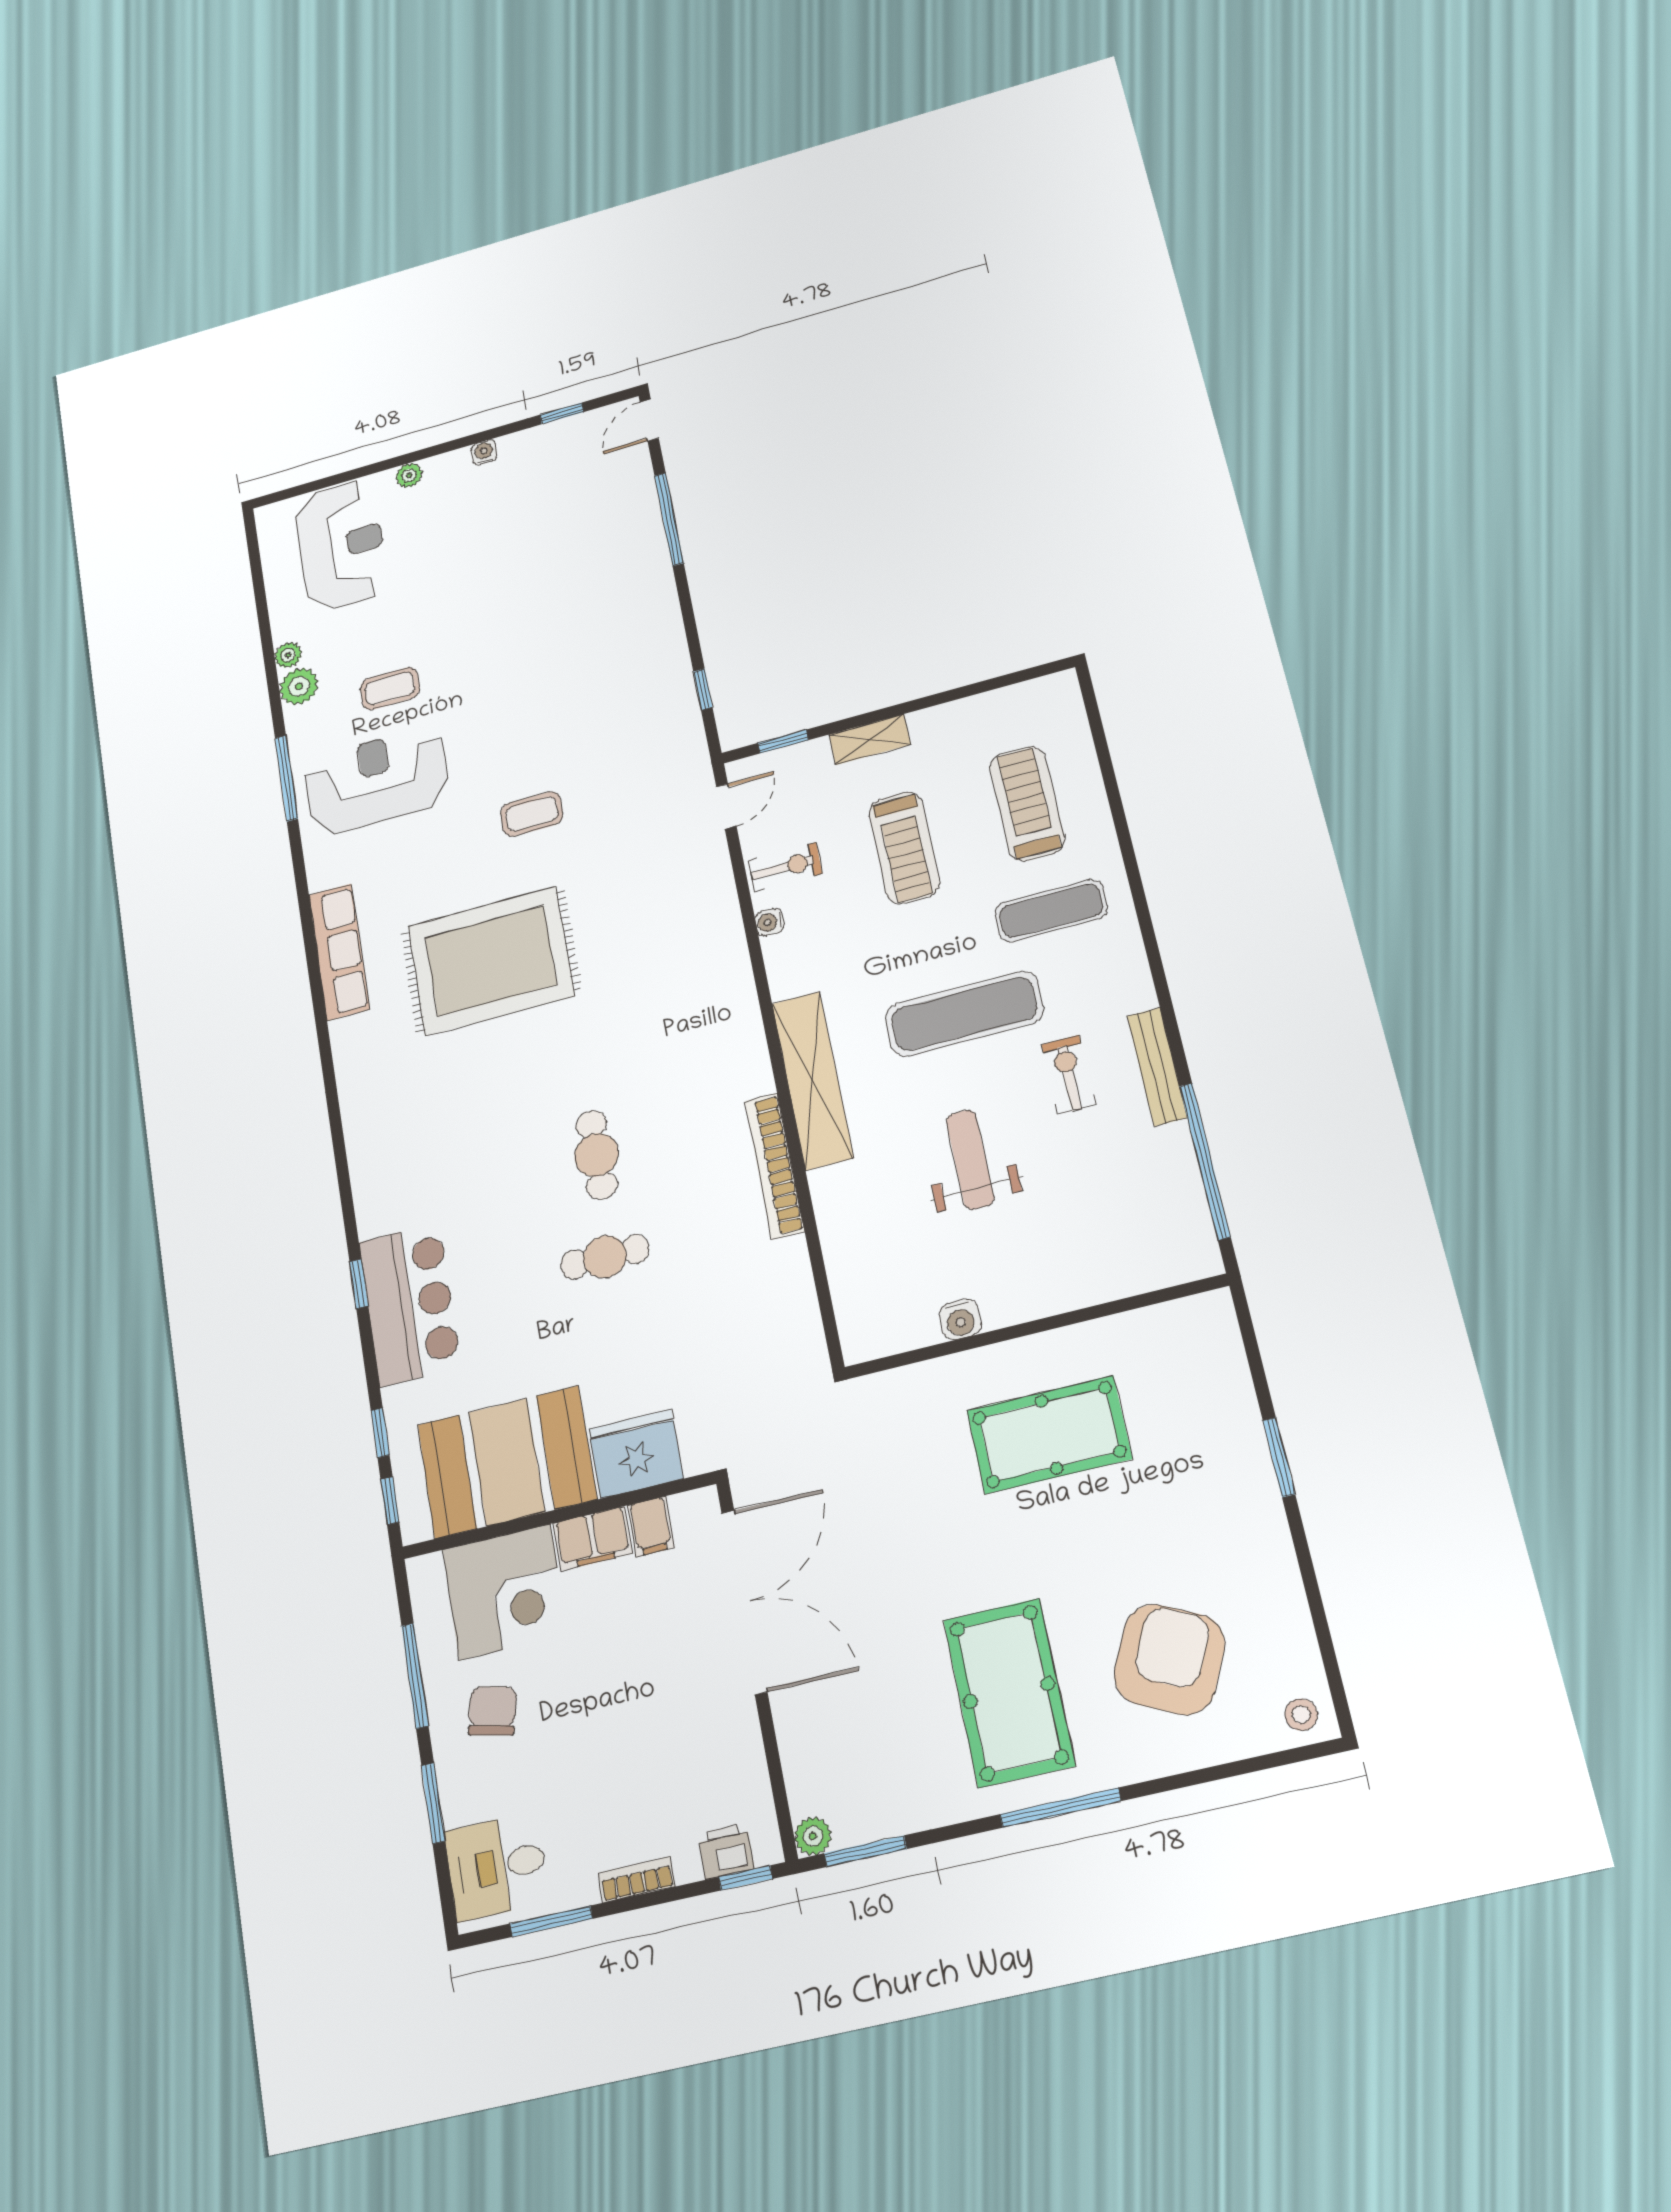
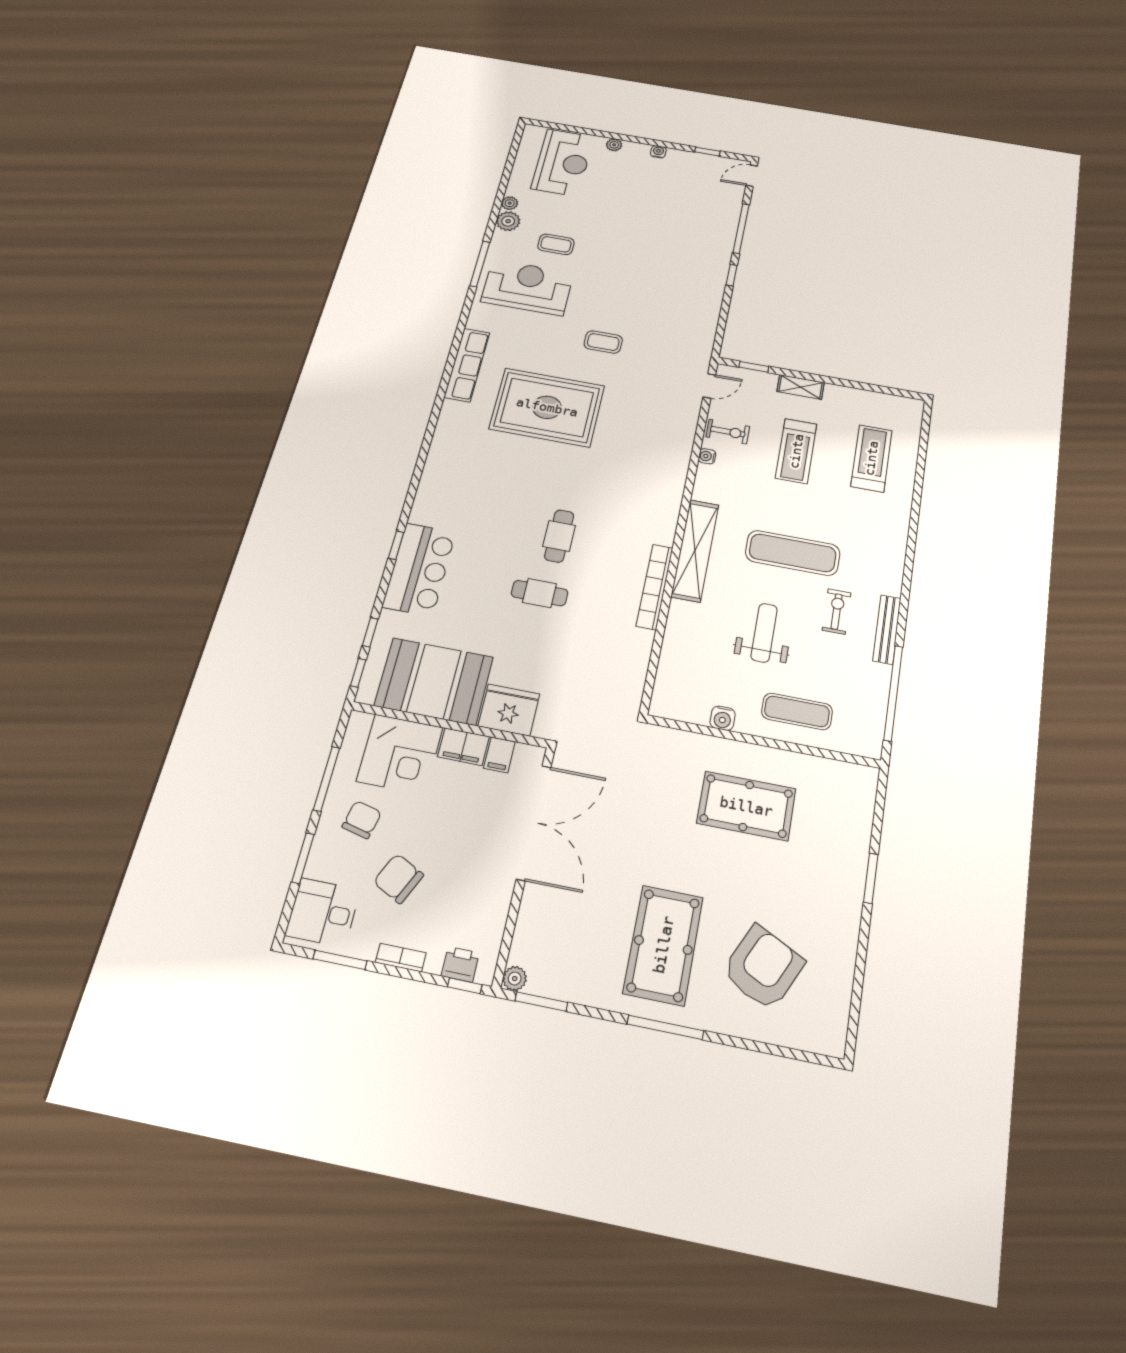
window: (703, 689) -> (732, 275), moved
exercise mat: (1051, 911) -> (797, 711), moved
stool: (1301, 1715) -> (826, 1035), removed
chair: (583, 1770) -> (398, 878), added

